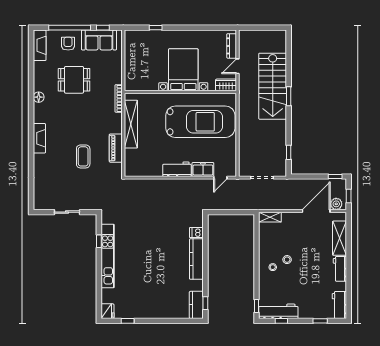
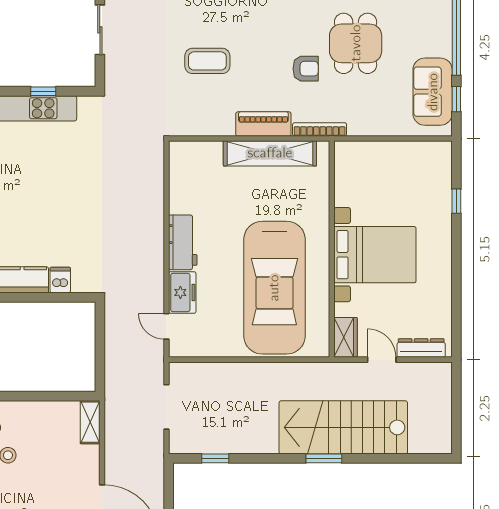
armchair: (68, 44) -> (306, 69), moved
piano: (116, 148) -> (263, 124), moved

